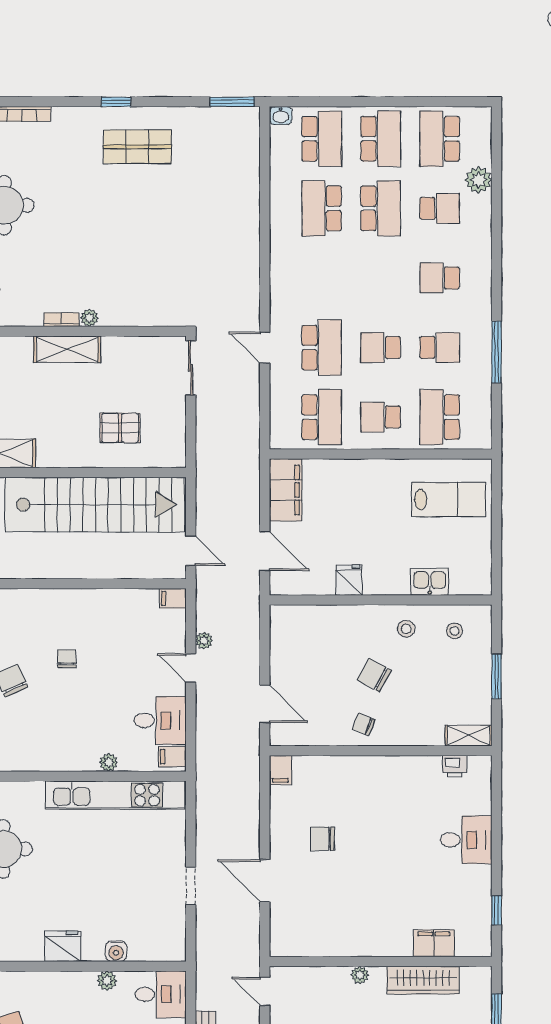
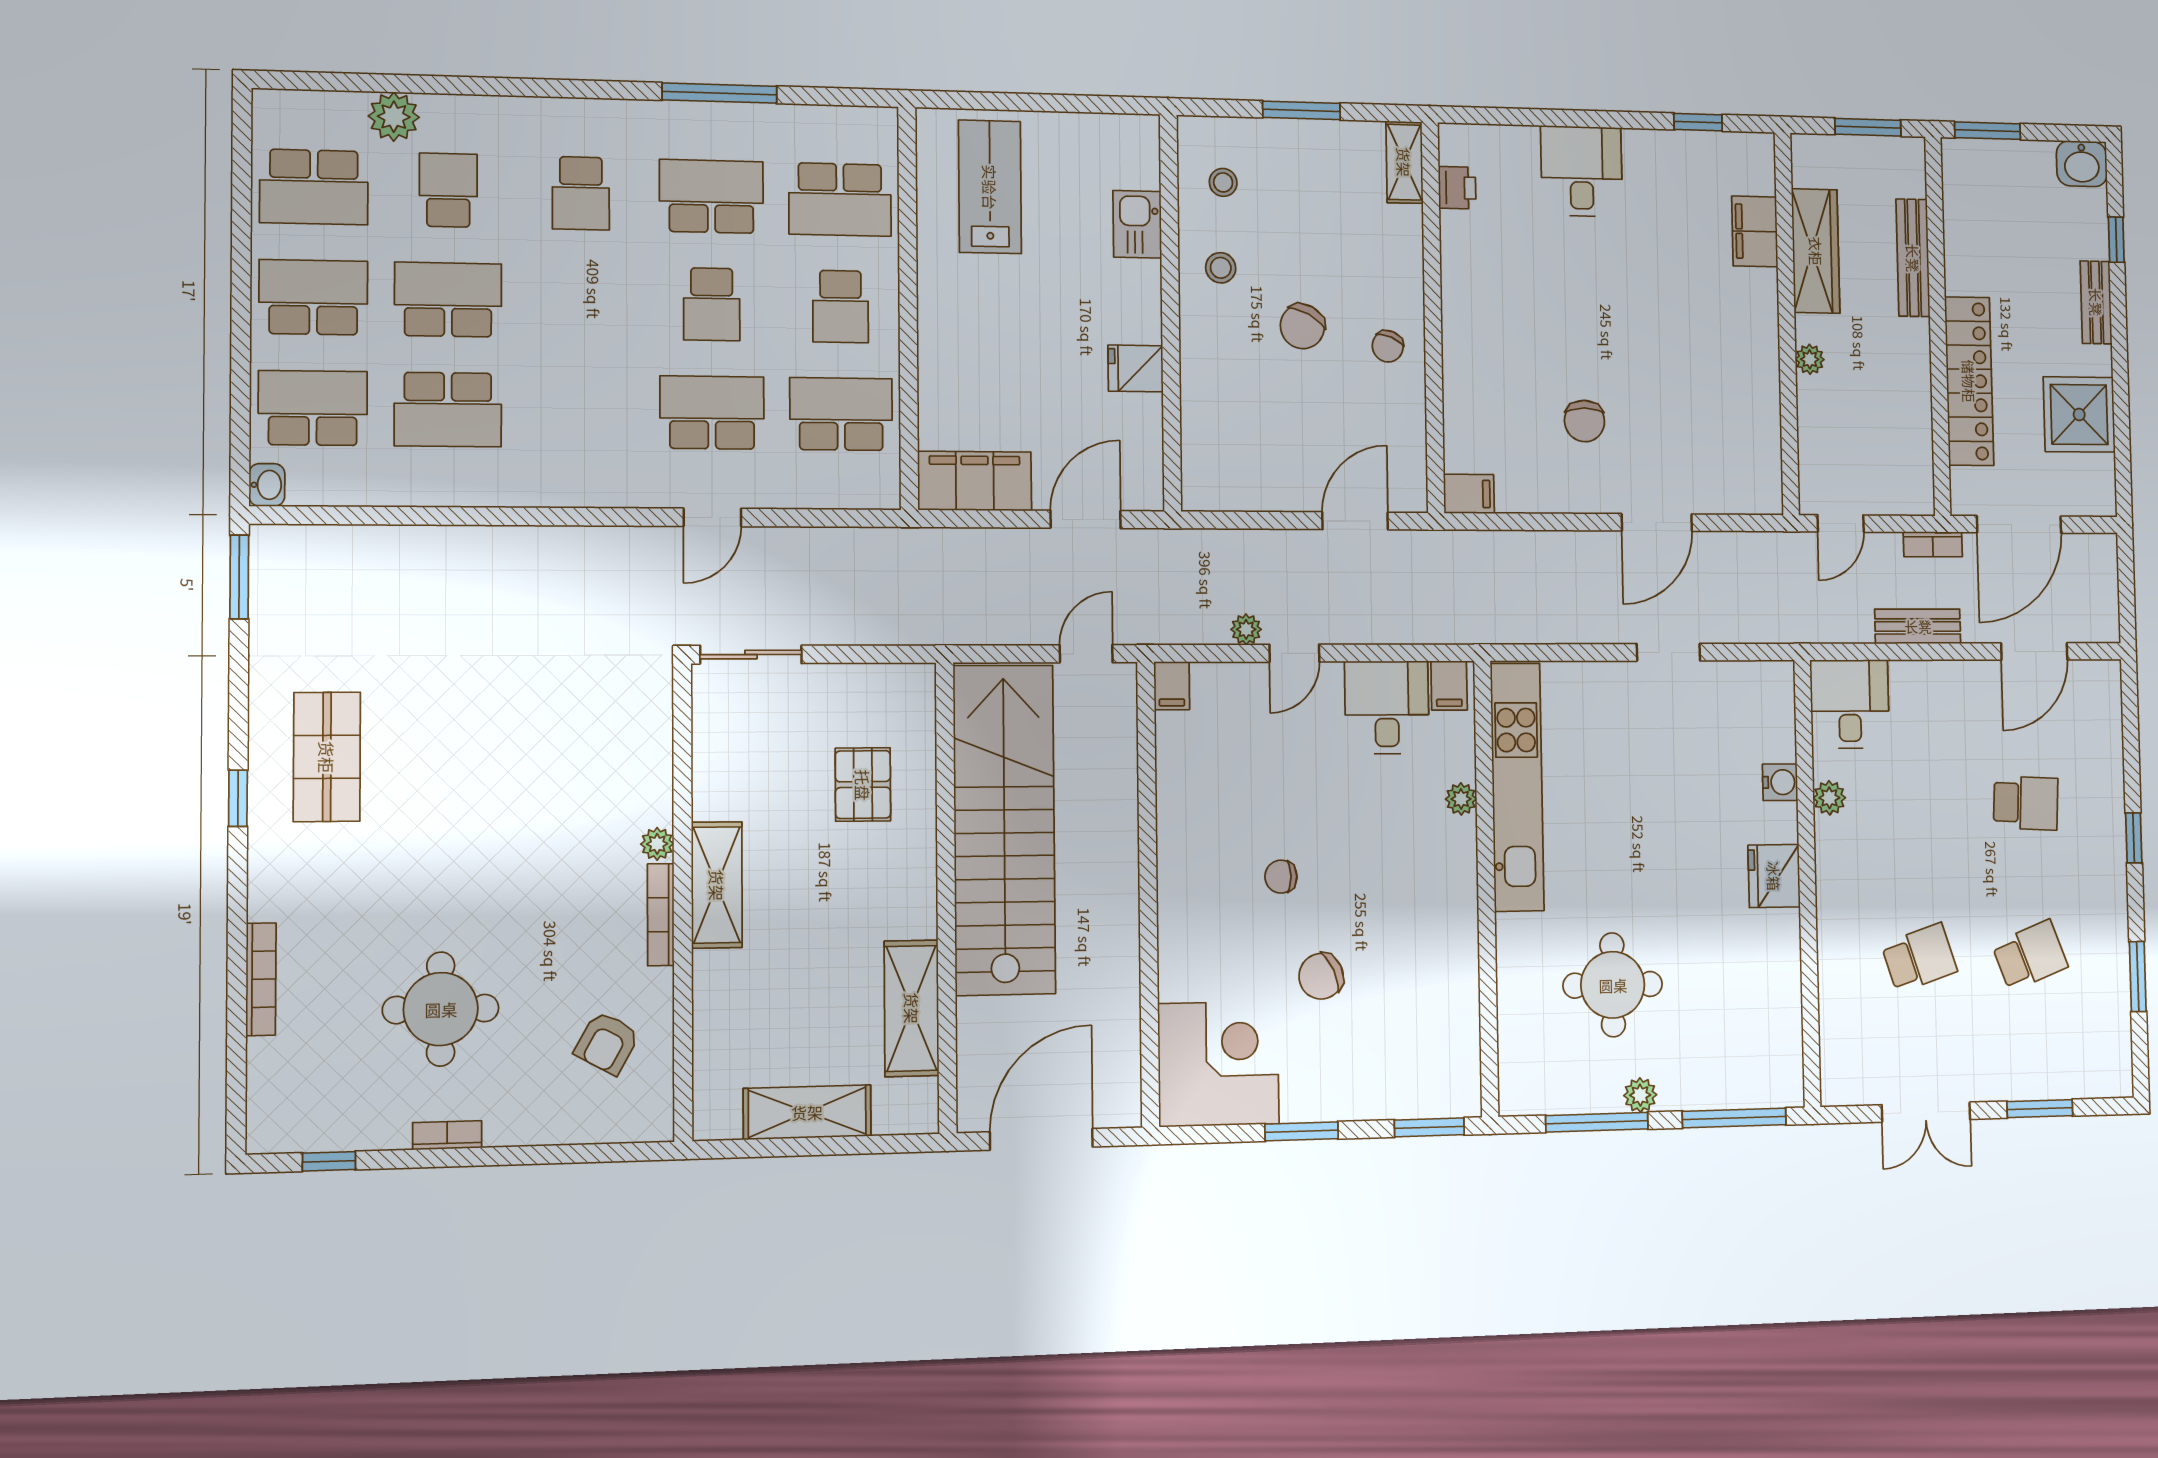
bookcase: (61, 320) -> (661, 915), width x1.56
school desk: (440, 348) -> (711, 196), width x1.85

